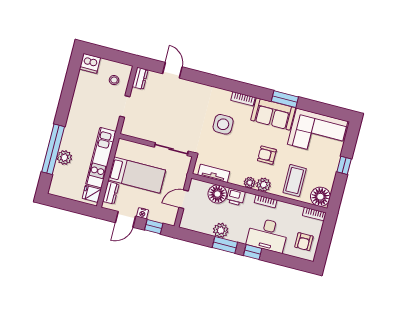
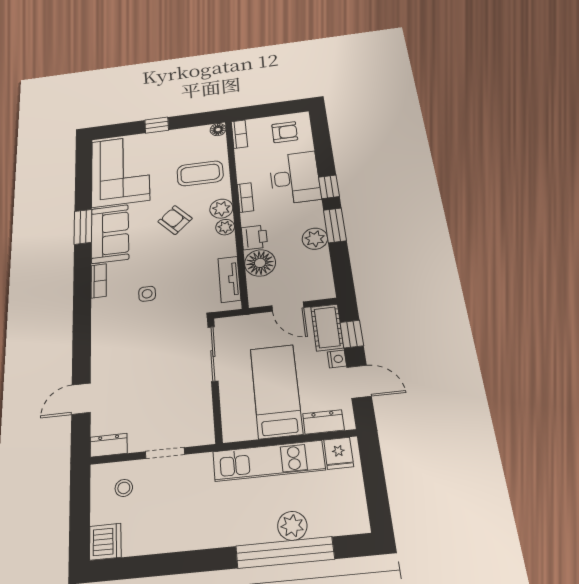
side table: (223, 124) -> (147, 294), width x0.54, depth x0.54
armchair: (267, 155) -> (175, 220), turned 137
floor lamp: (320, 197) -> (218, 130), width x0.53, depth x0.53
cot: (163, 215) -> (327, 327), added

